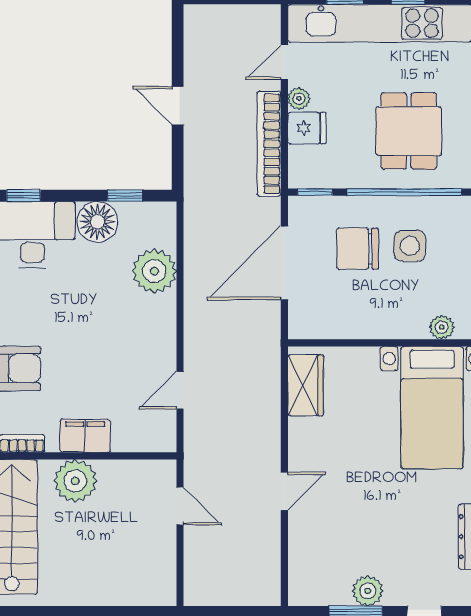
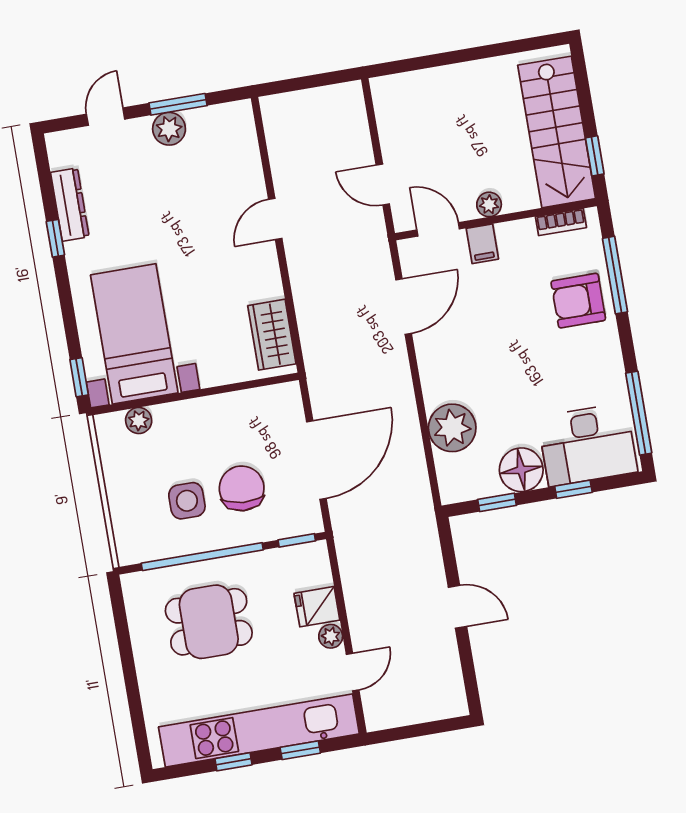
dining table: (409, 131) -> (209, 622), turned 90
bookcase: (269, 144) -> (354, 583), removed
window: (23, 196) -> (573, 489), moved
chair: (358, 249) -> (242, 488), turned -86
door: (180, 390) -> (404, 307), width x1.38
filing cabinet: (85, 436) -> (482, 244), width x0.50
door: (136, 456) -> (438, 229), added
plant: (75, 481) -> (489, 204), width x0.53, depth x0.53

